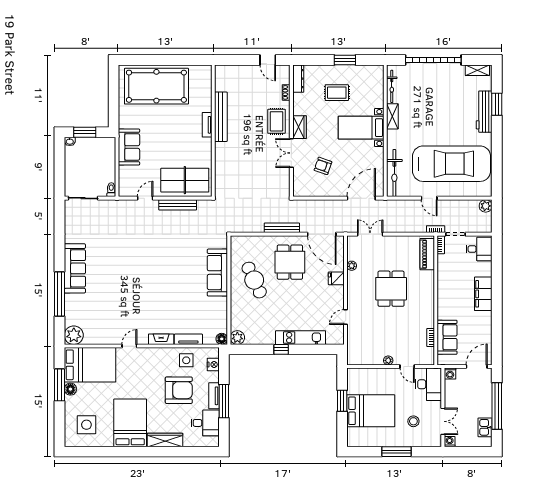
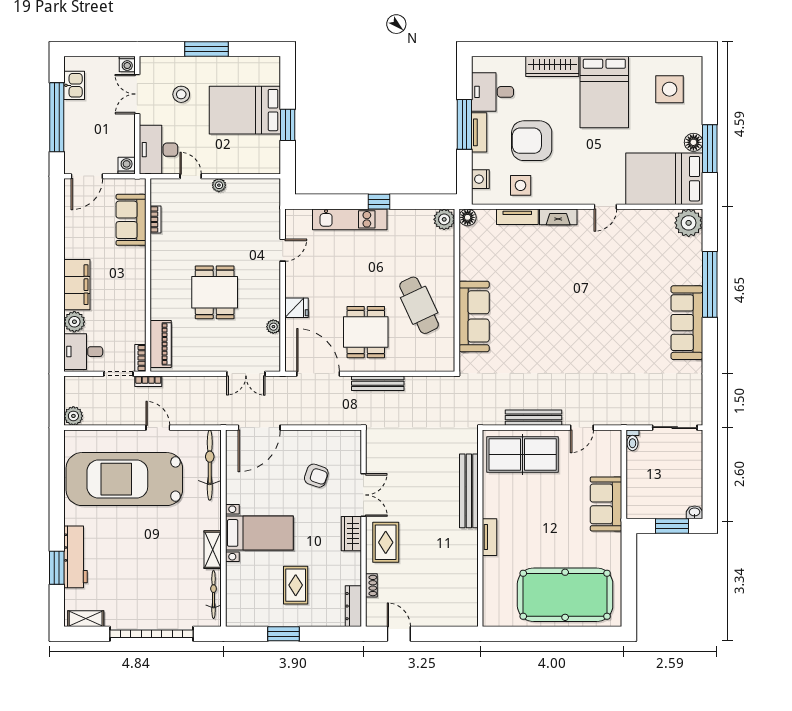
rug: (337, 93) -> (296, 585), turned 90
bench: (221, 117) -> (469, 491), moved
plant: (485, 269) -> (74, 322), added

